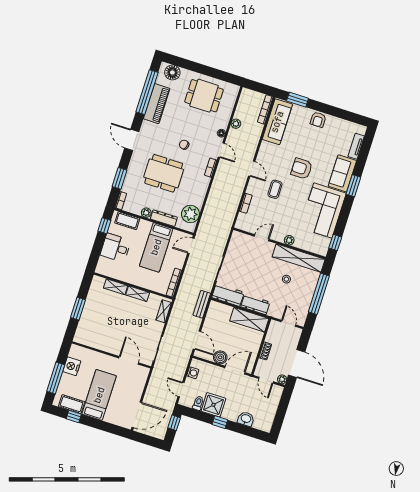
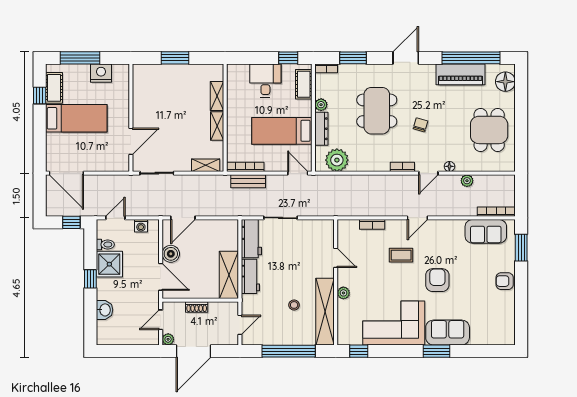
sofa: (277, 122) -> (486, 231), width x0.73
tv unit: (356, 146) -> (487, 339), removed
bench: (202, 304) -> (248, 181), moved

